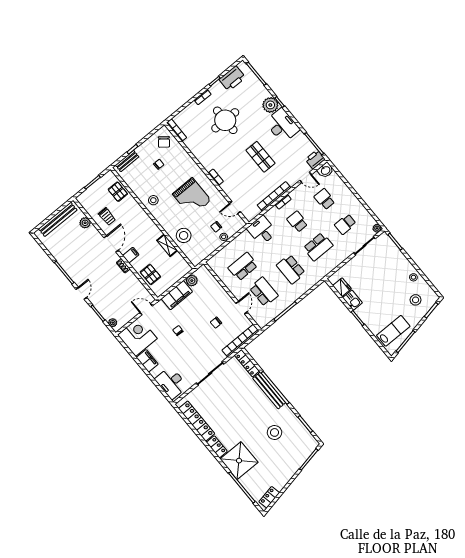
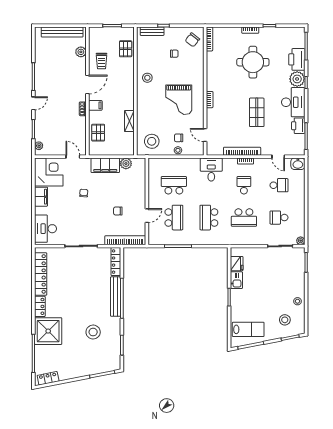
printer: (232, 79) -> (297, 59), moved, turned 90
printer: (315, 159) -> (298, 126), moved, turned -90
school desk: (325, 199) -> (279, 185), turned 90
stool: (184, 235) -> (152, 141), moved

